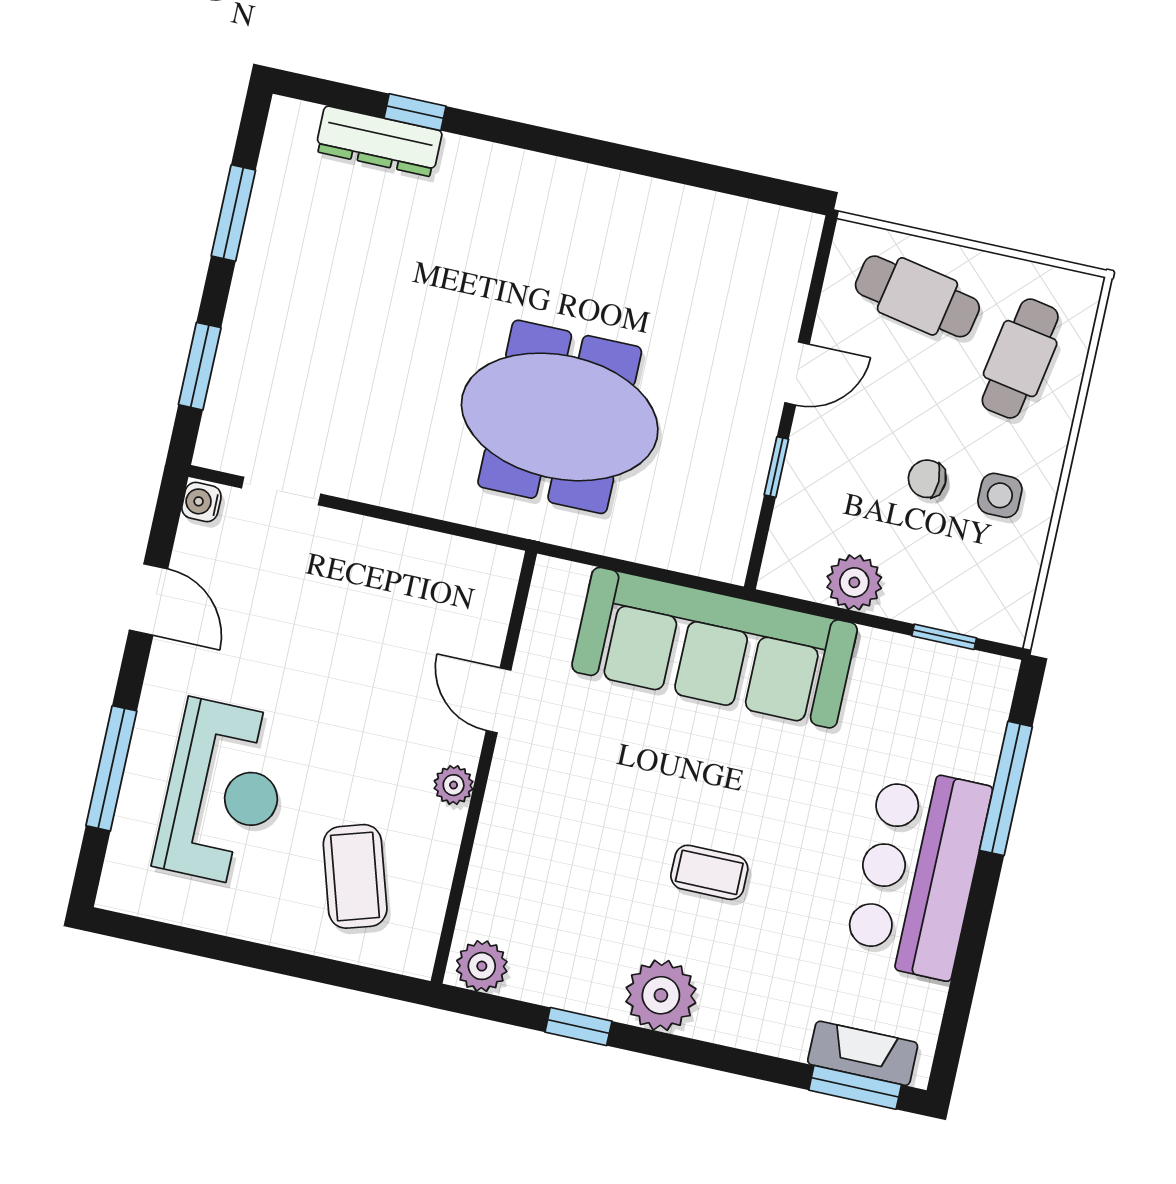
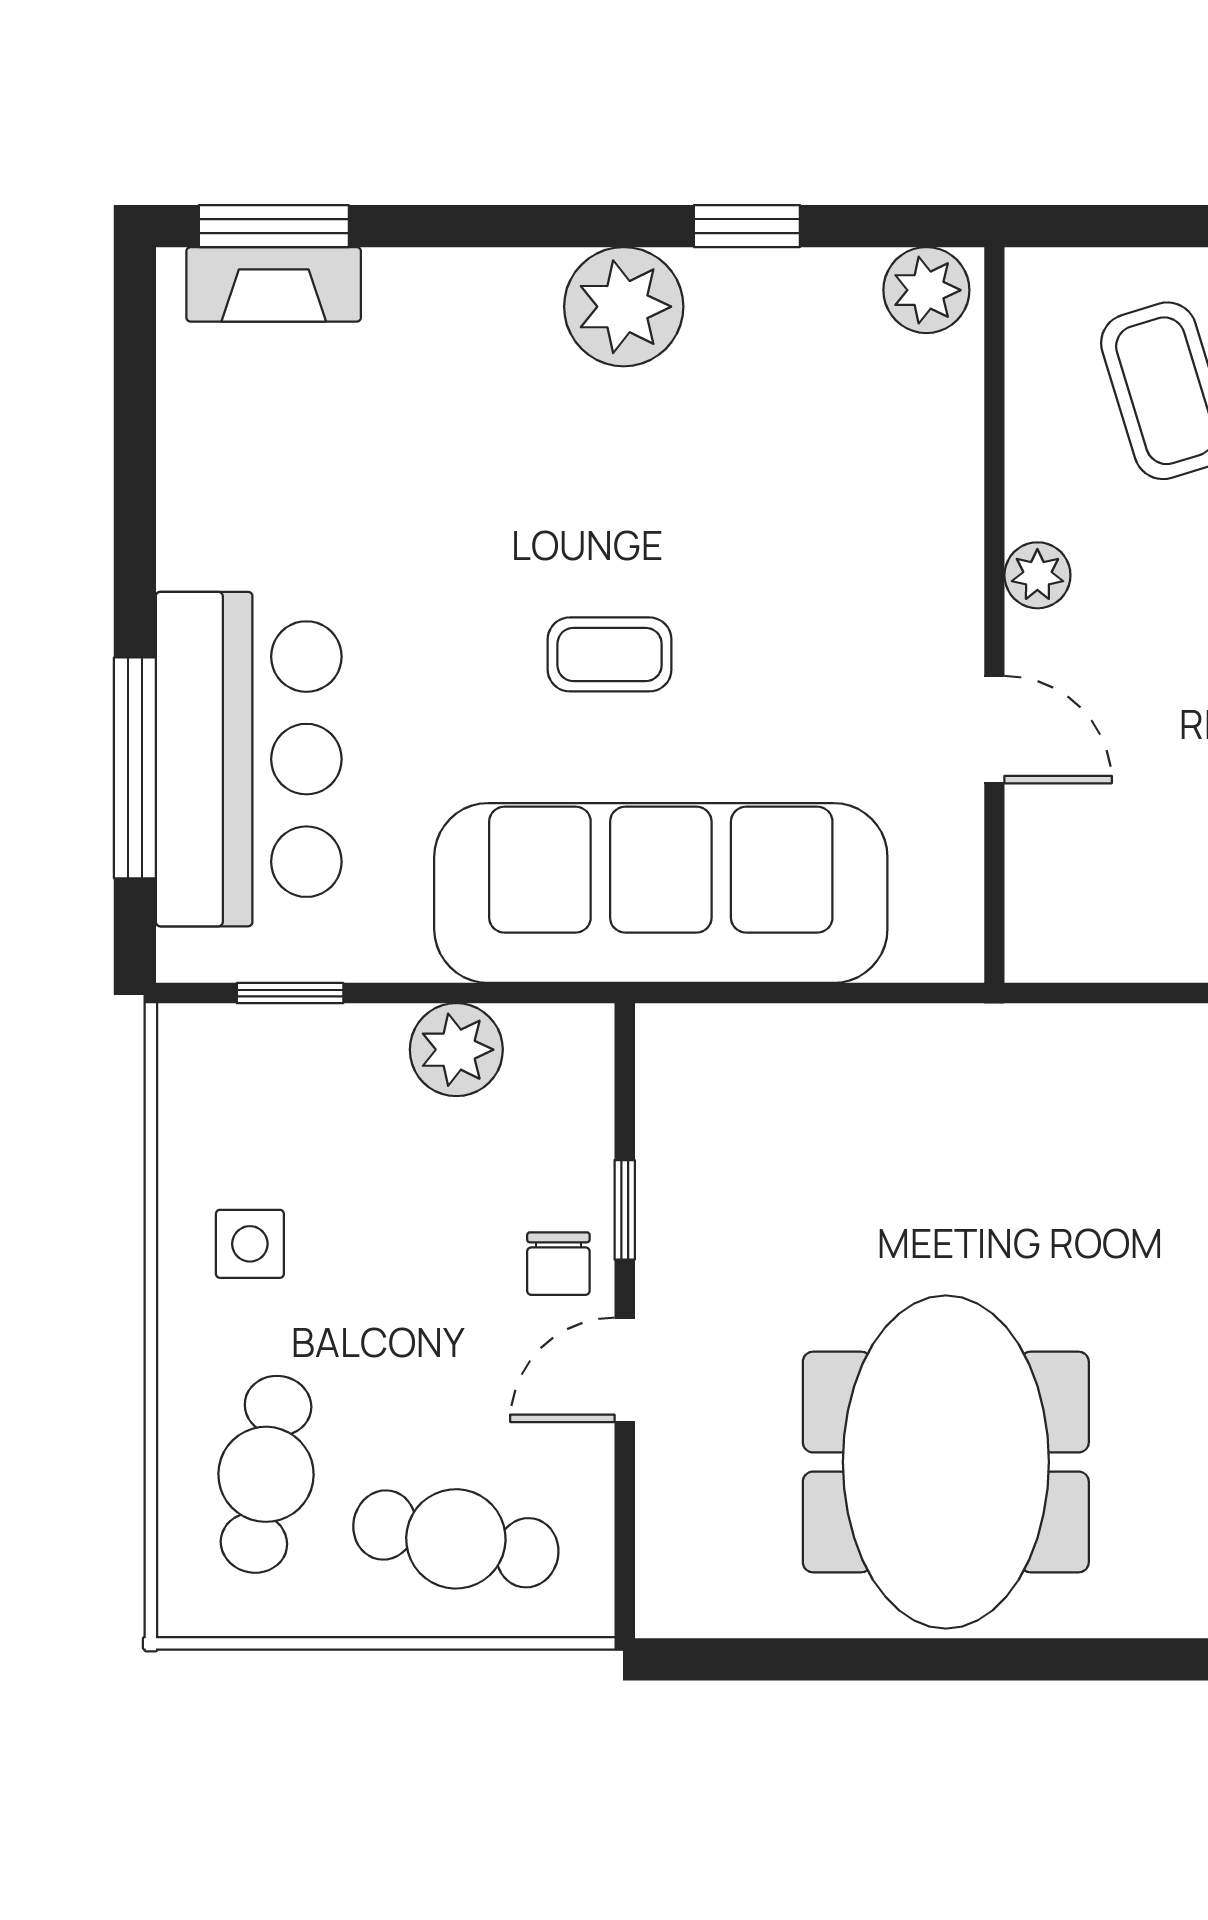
meeting table: (560, 417) -> (946, 1462), moved, turned 90
chair: (927, 479) -> (558, 1264), moved, turned 90
coffee table: (709, 872) -> (610, 654), moved
bar counter: (918, 873) -> (249, 759), moved

